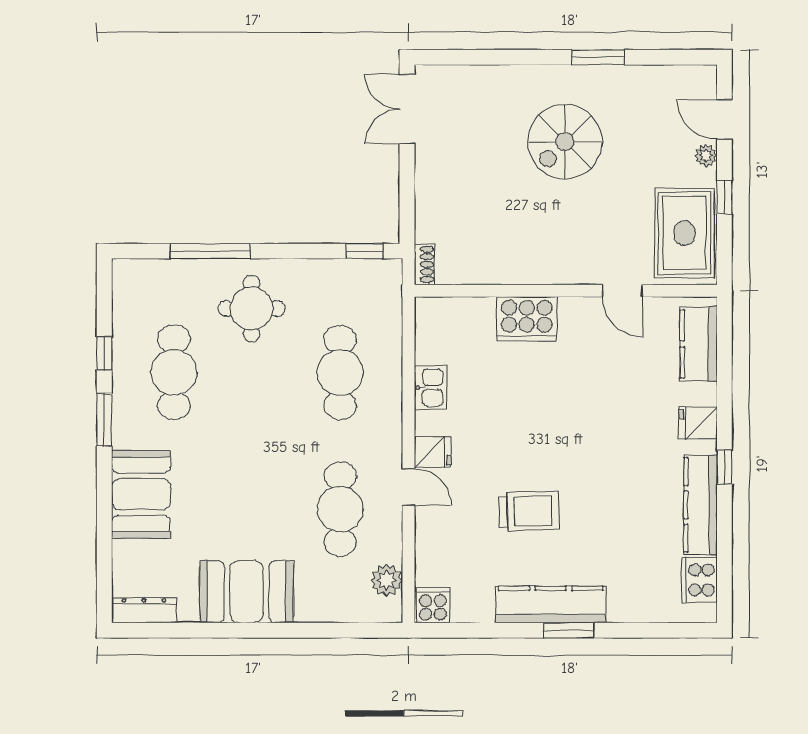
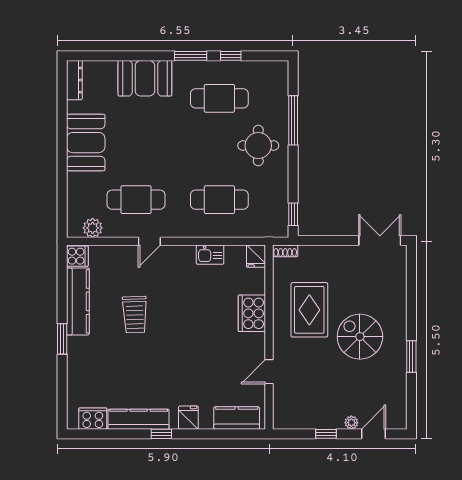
rug: (685, 233) -> (309, 310), moved, turned 90
fridge: (433, 452) -> (256, 256), moved
kitchen counter: (551, 605) -> (78, 301), moved

